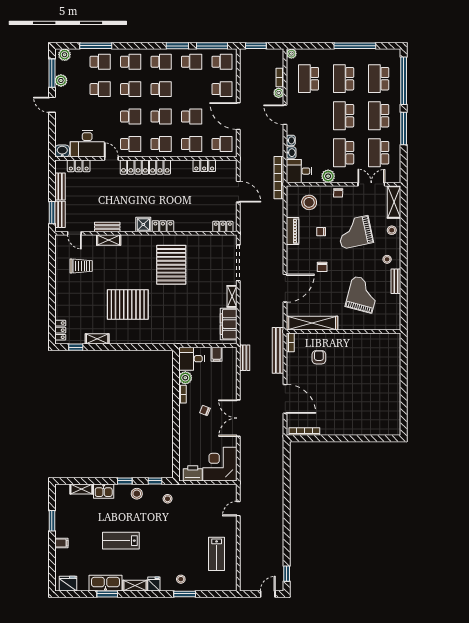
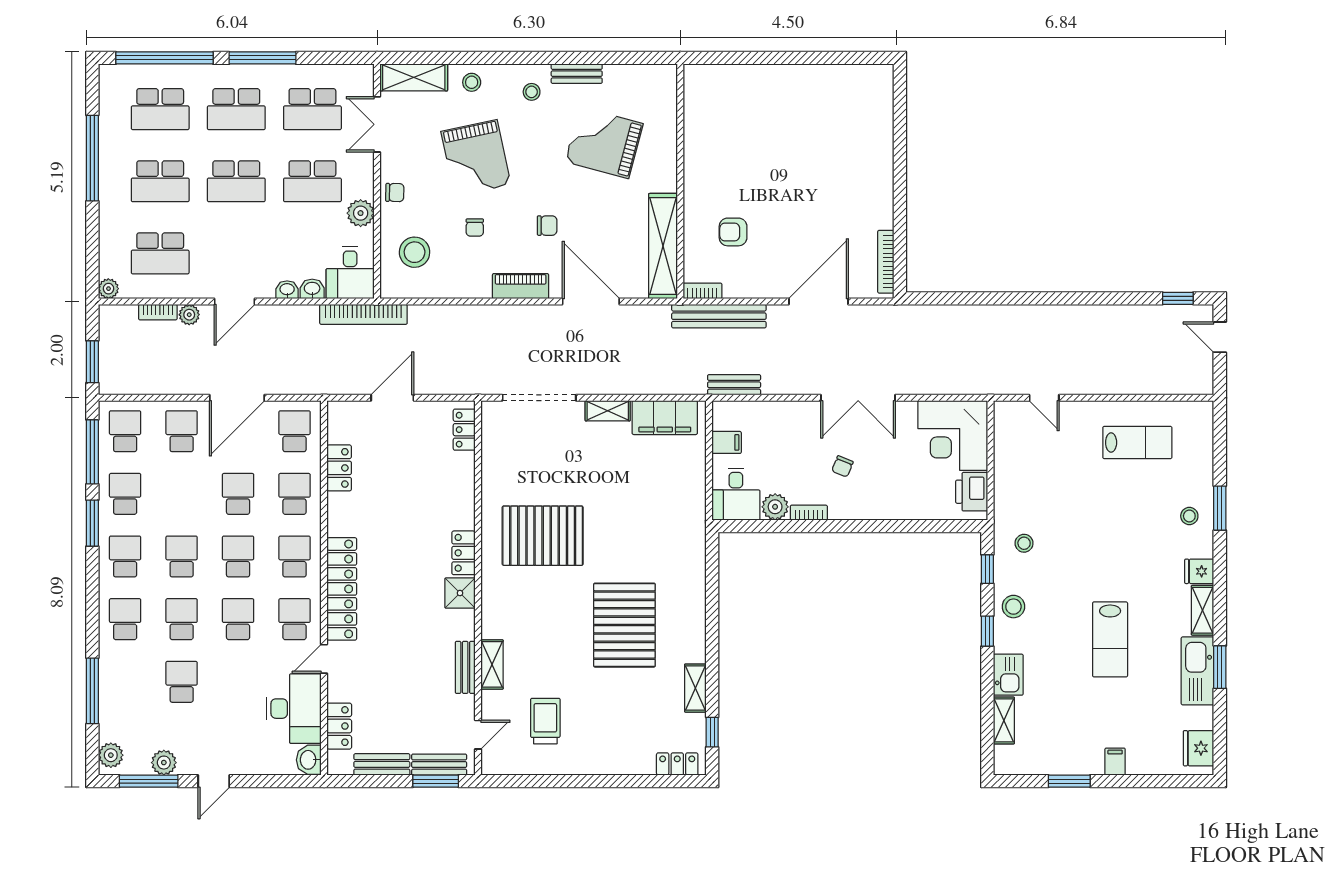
school desk: (100, 62) -> (125, 682), removed
piano: (293, 231) -> (521, 286), moved

